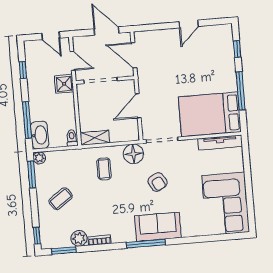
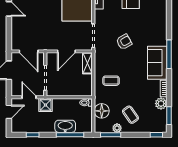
door: (134, 55) -> (29, 51), hinge flipped
door: (72, 61) -> (29, 97), hinge flipped
door: (138, 106) -> (66, 51), hinge flipped
washbasin: (40, 135) -> (65, 126), moved
shelving: (95, 138) -> (87, 63), moved
floor lamp: (133, 154) -> (102, 111), moved
plant: (39, 158) -> (117, 128), moved
sofa: (158, 227) -> (157, 63), moved

